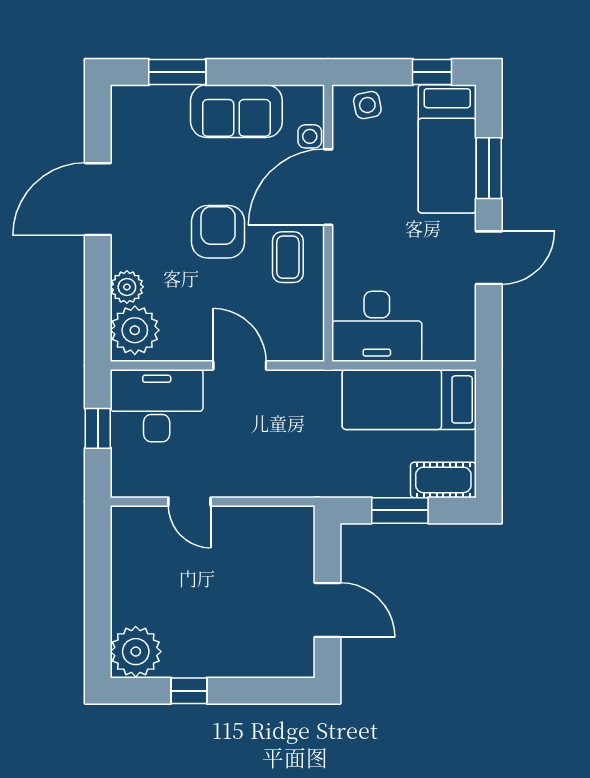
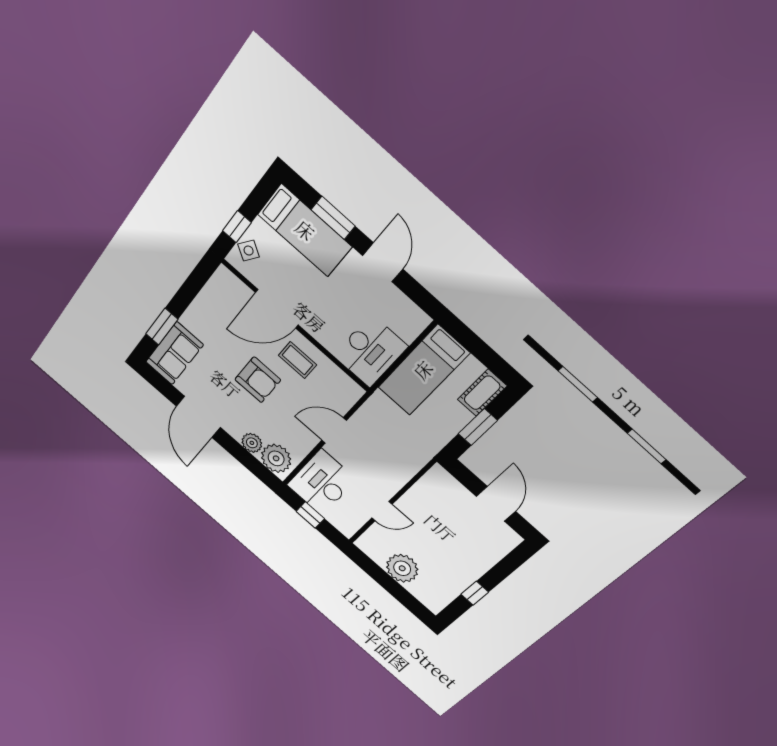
window: (432, 72) -> (237, 227), moved
side table: (367, 105) -> (249, 251), turned 45
sofa: (236, 111) -> (174, 353), moved
side table: (310, 136) -> (243, 294), removed
door: (328, 187) -> (277, 309), hinge flipped
armchair: (218, 232) -> (258, 380), turned 180
door: (327, 610) -> (496, 504), hinge flipped
plant: (136, 652) -> (402, 568), moved

